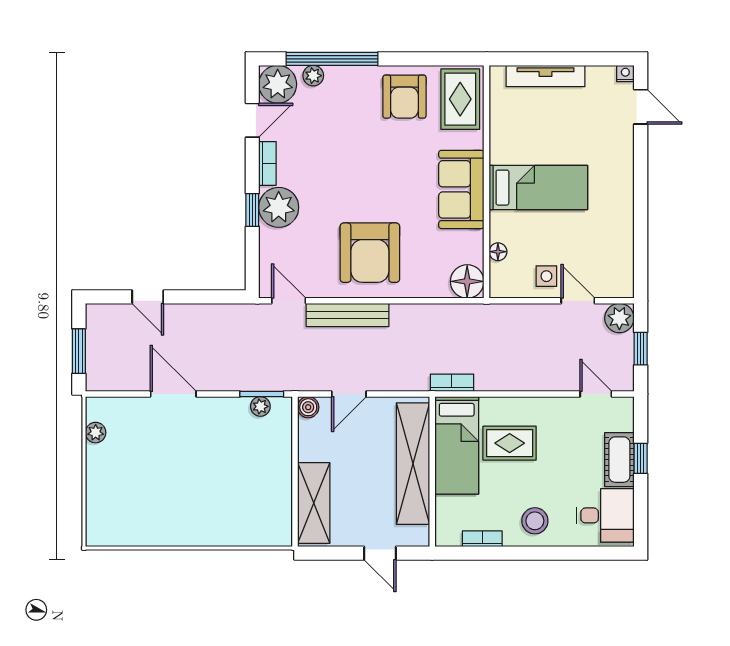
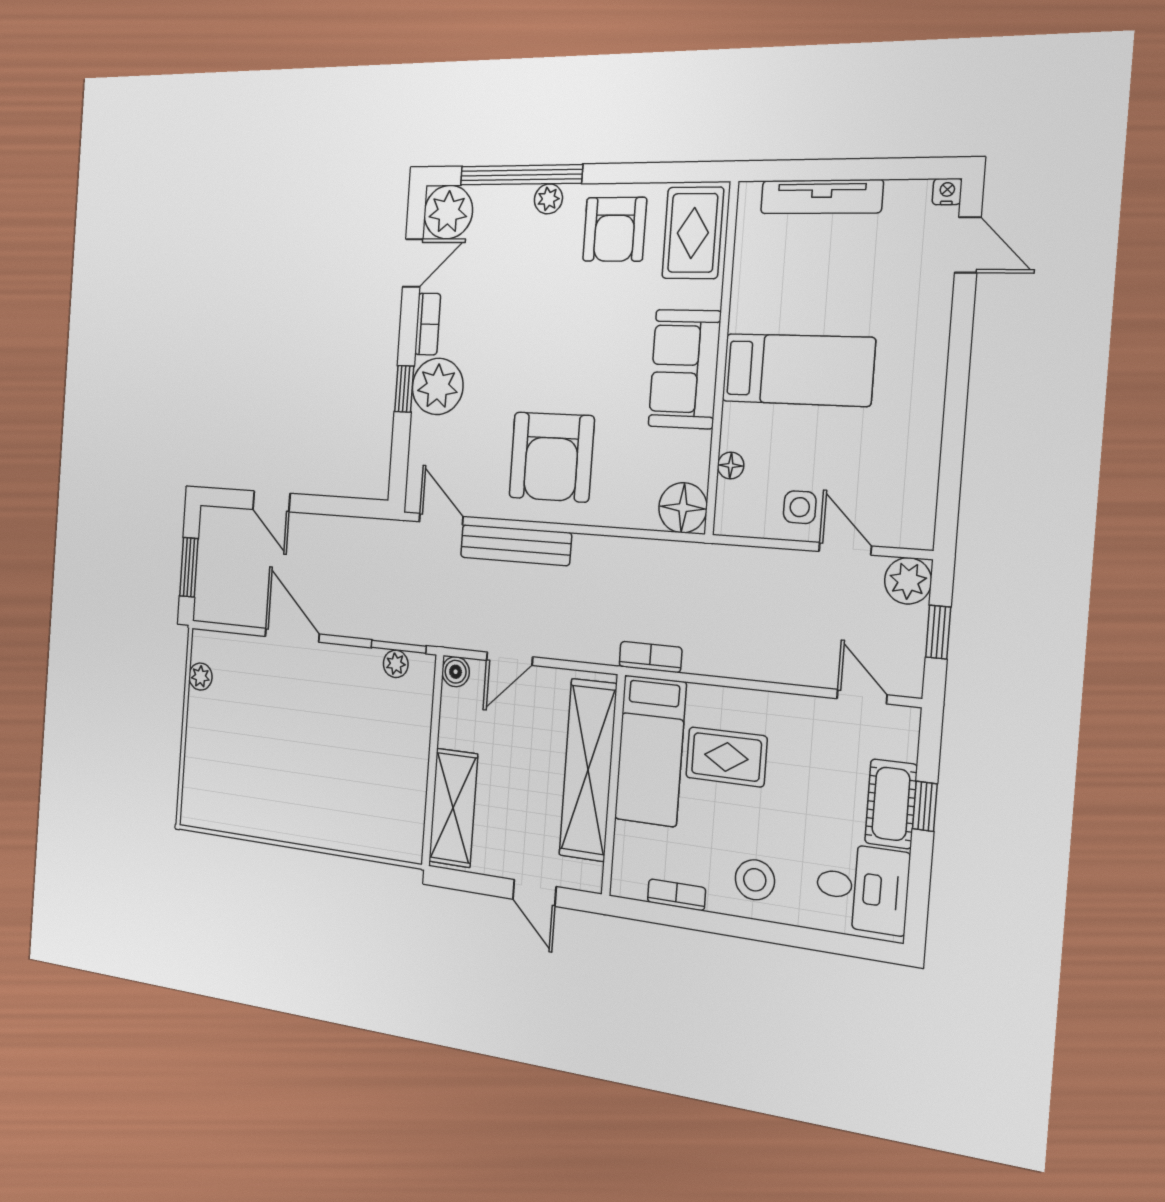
plant: (313, 76) -> (548, 199), moved

